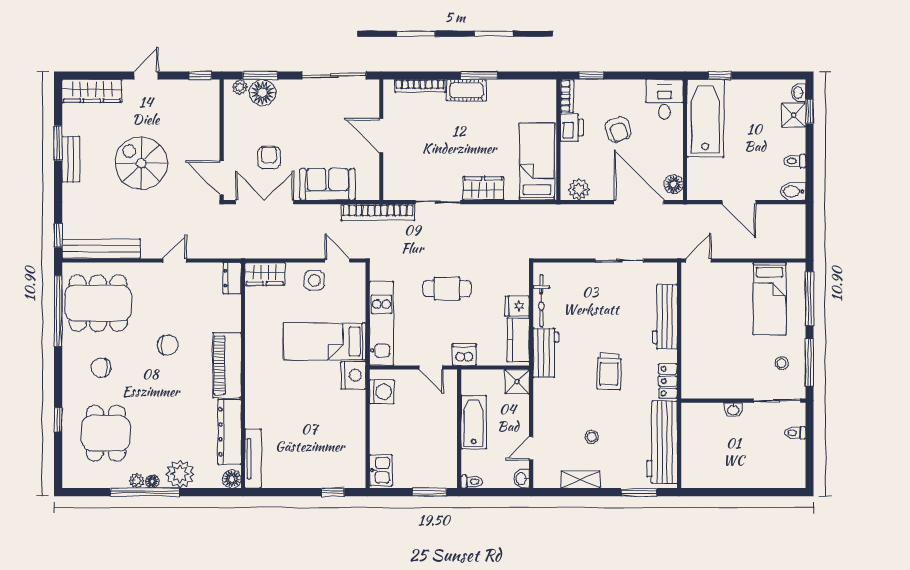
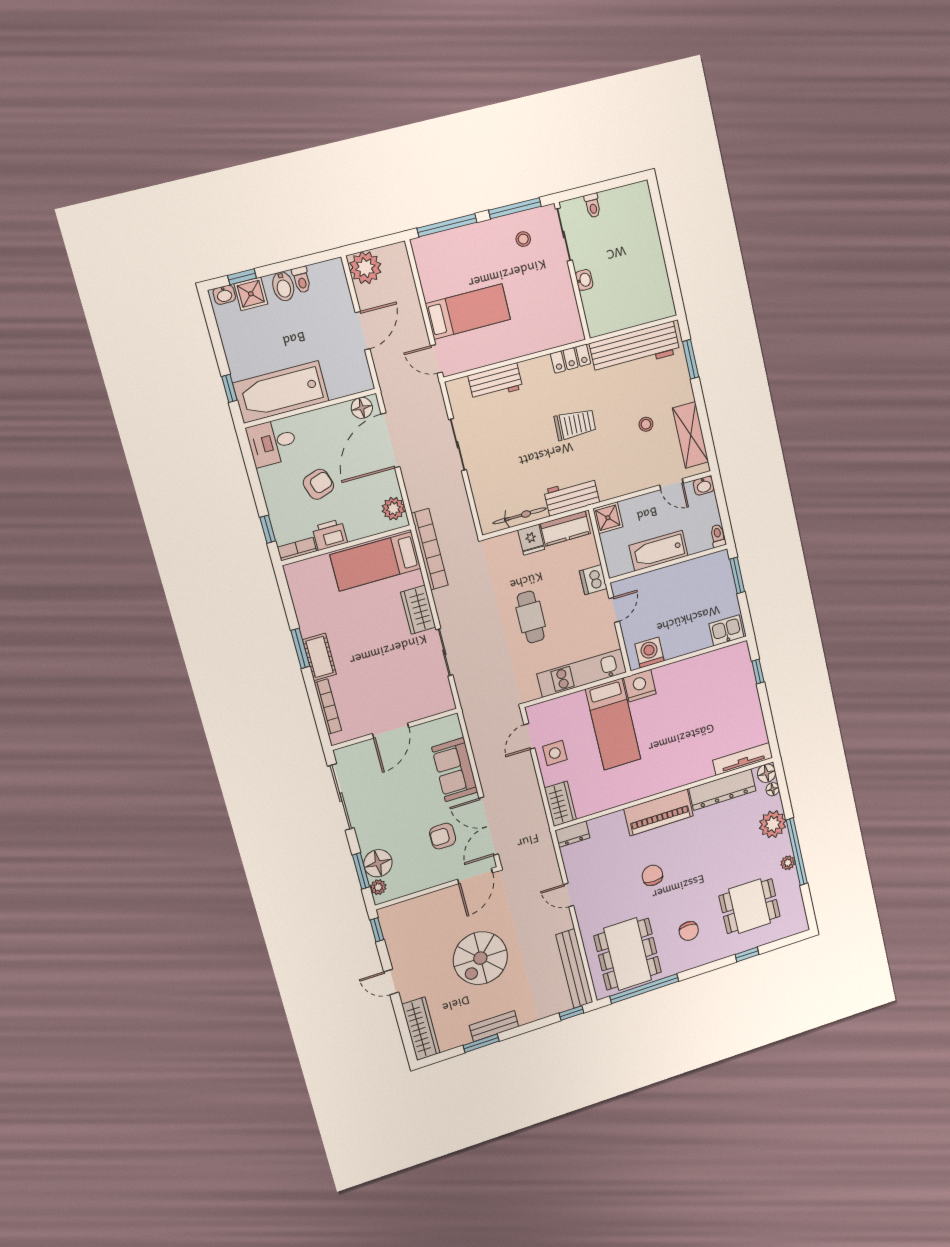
bidet: (793, 191) -> (283, 286), moved
bookcase: (378, 212) -> (430, 549), moved
plant: (791, 218) -> (365, 268), added
bed: (770, 299) -> (468, 312), moved
workbench: (665, 317) -> (495, 382), width x0.73
shelving: (581, 480) -> (691, 435), width x1.50, depth x1.33
floor lamp: (152, 482) -> (773, 789), moved

